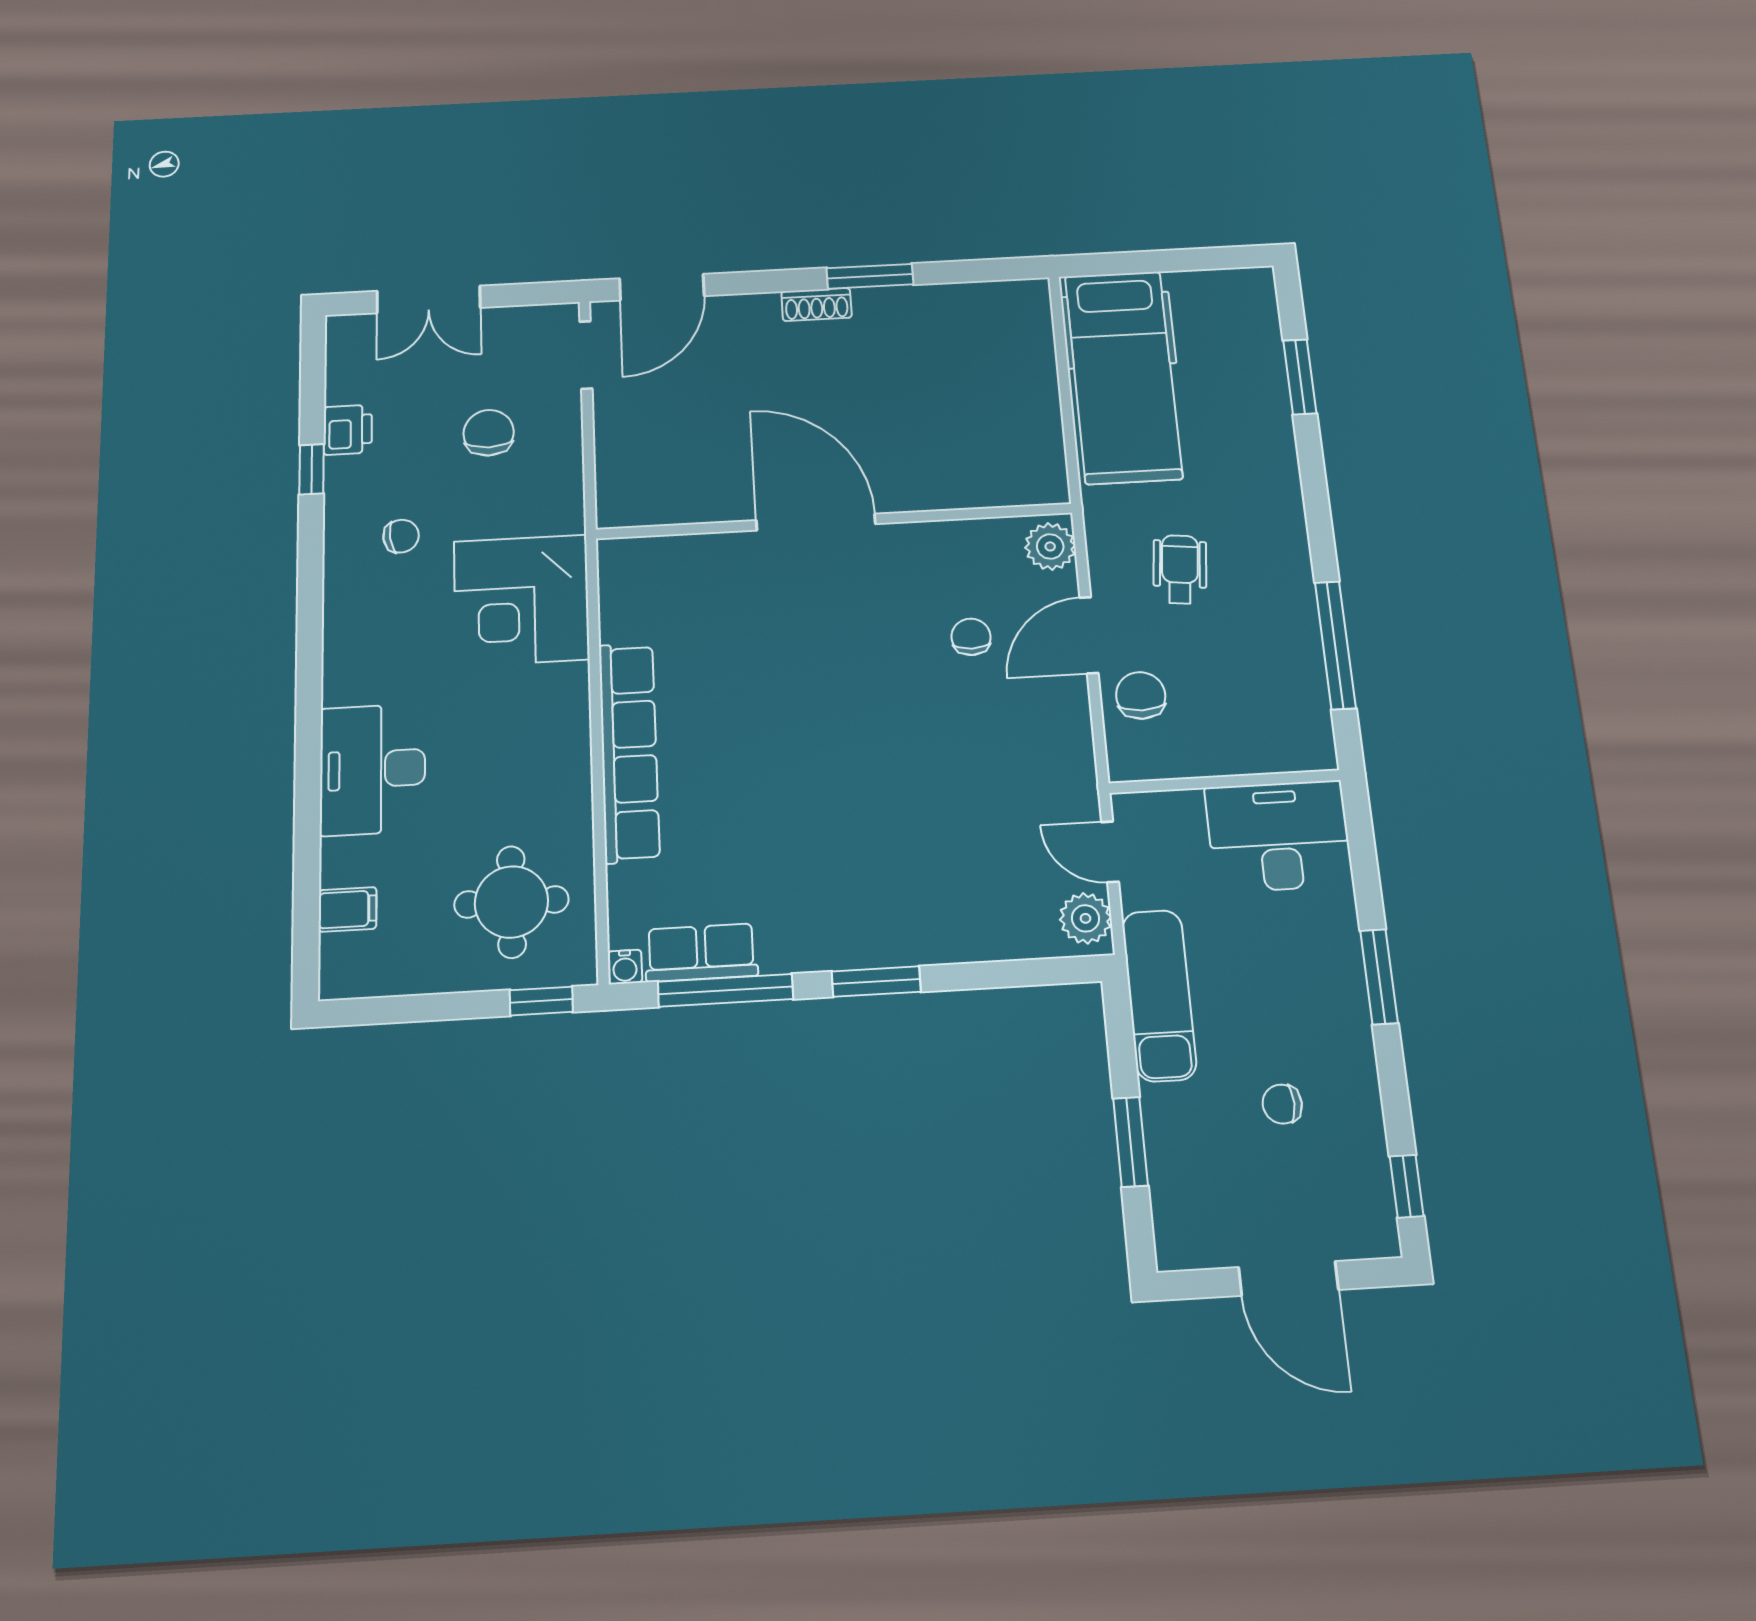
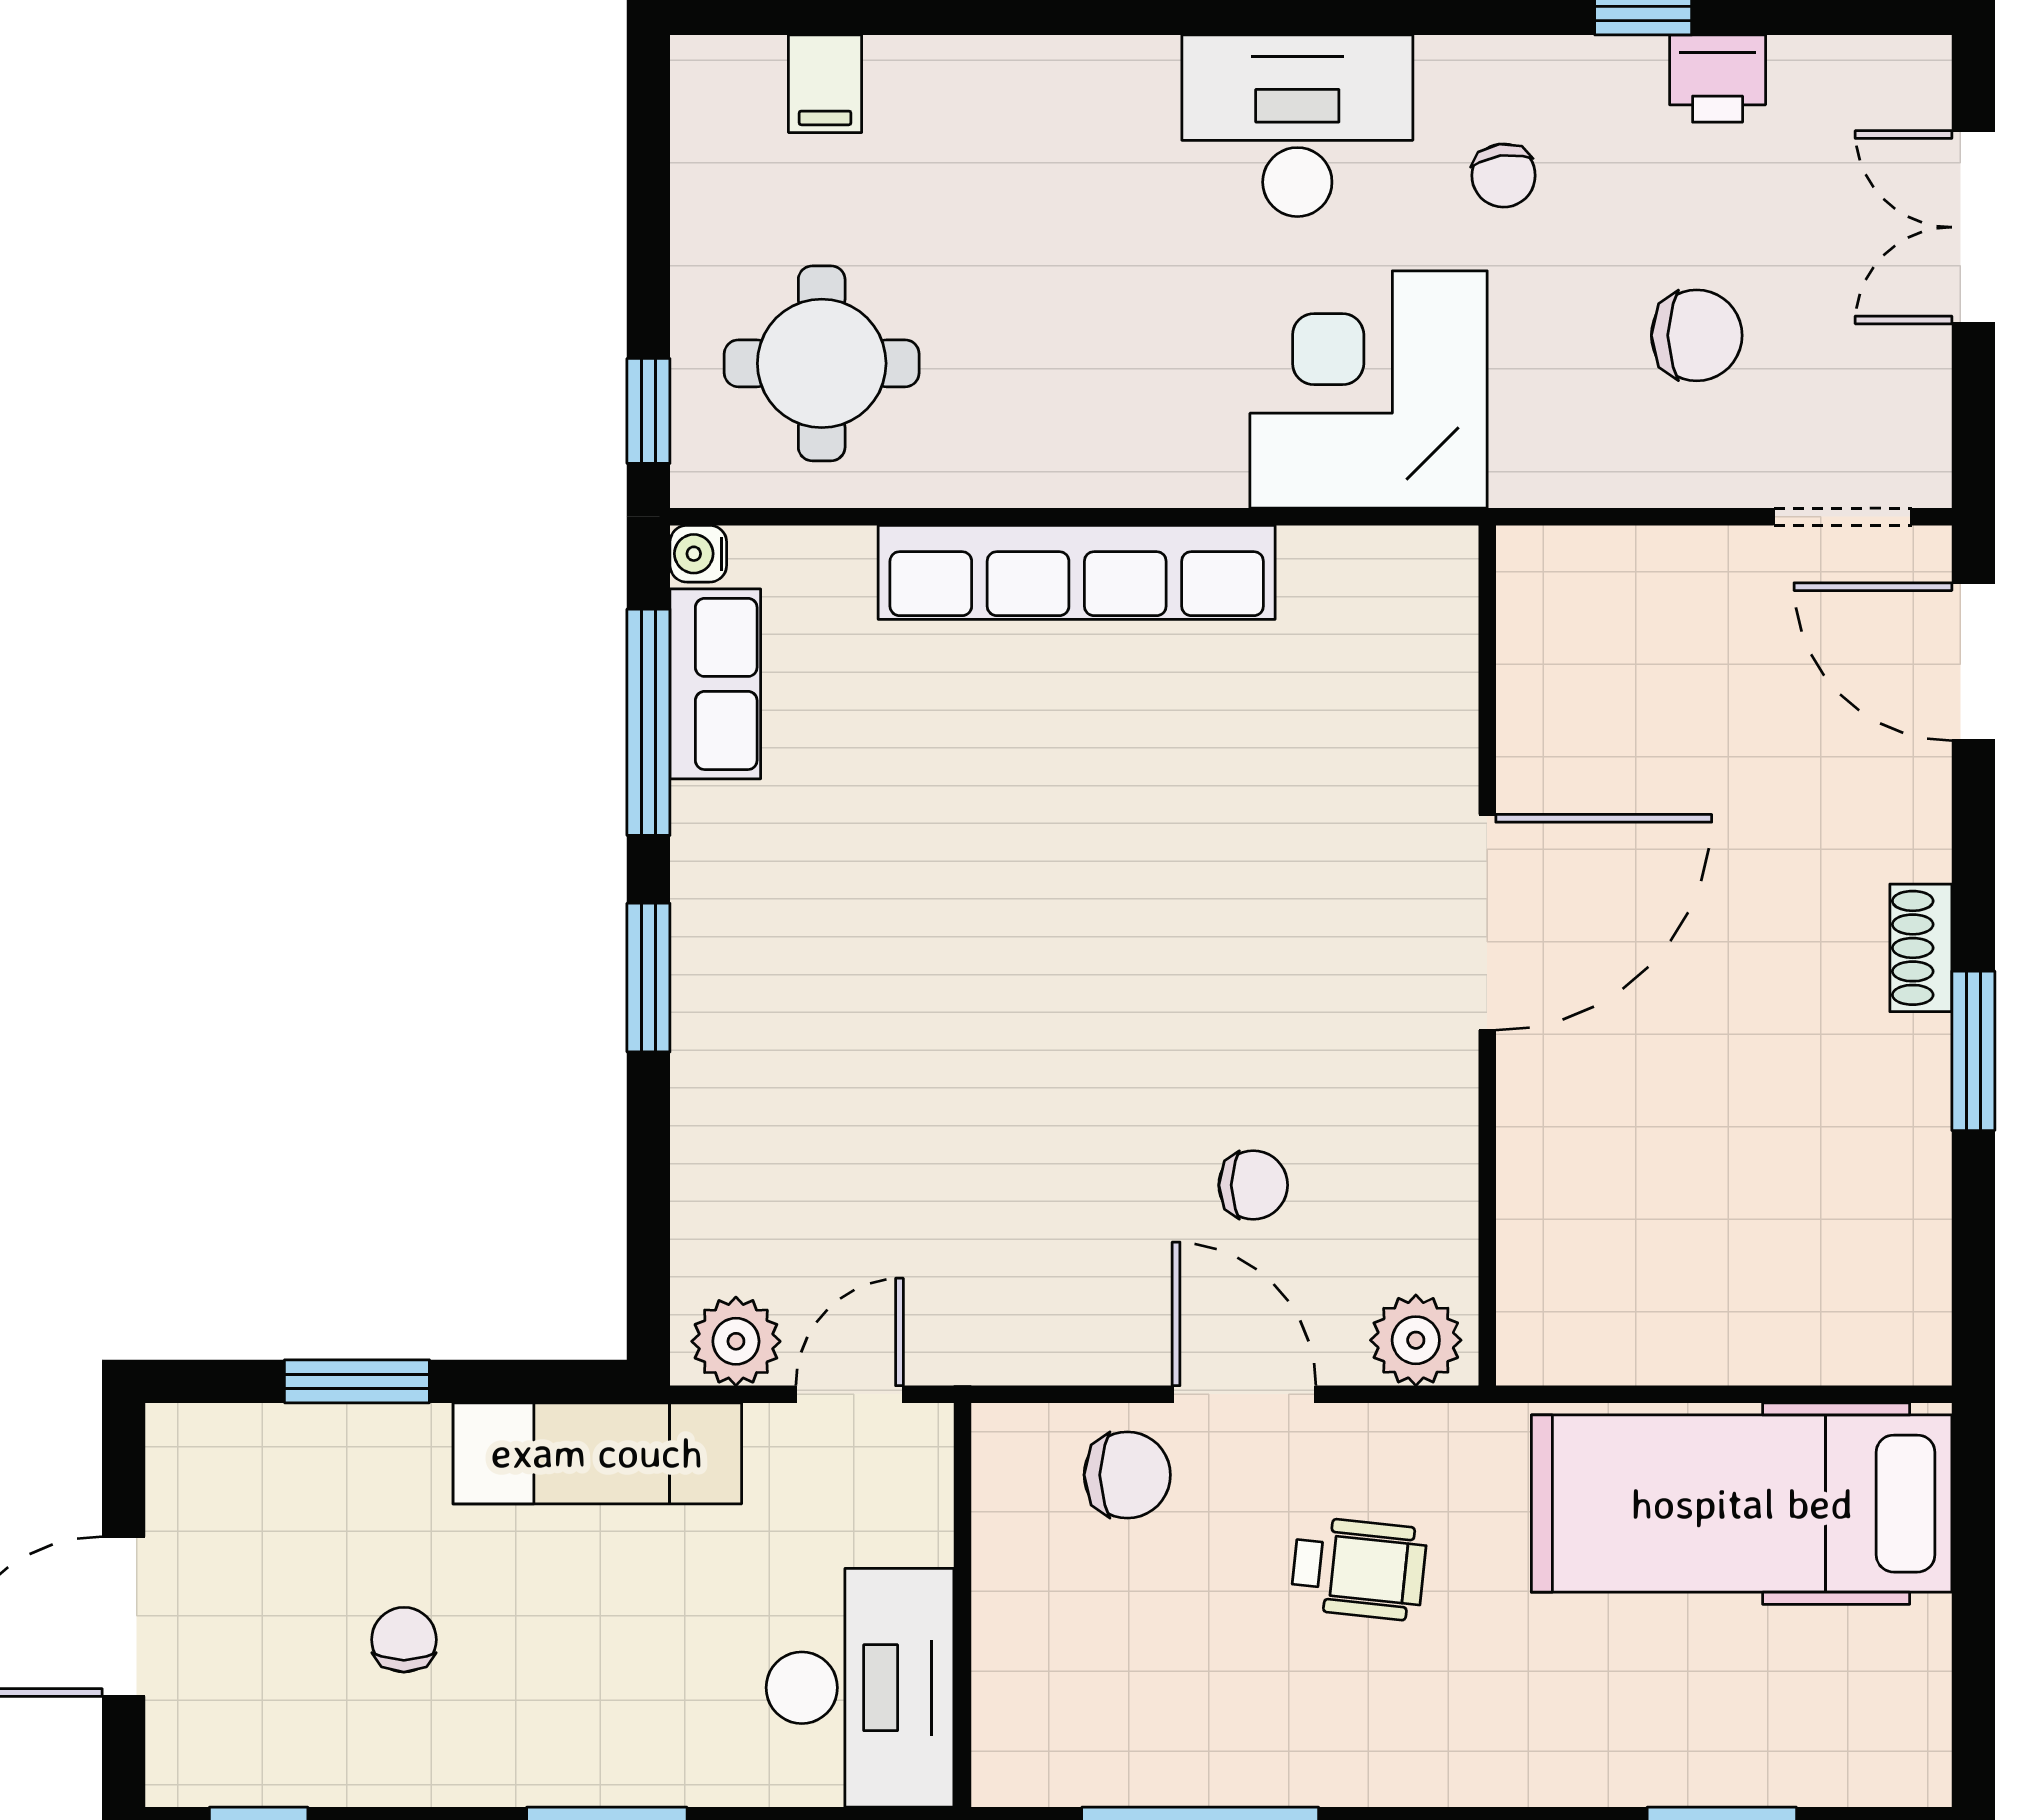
desk: (373, 769) -> (1297, 126), moved

